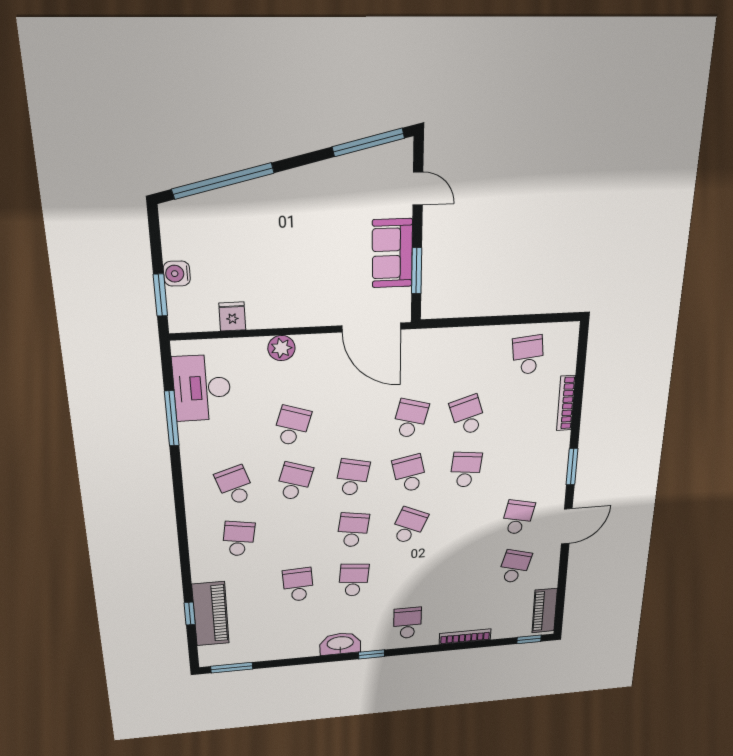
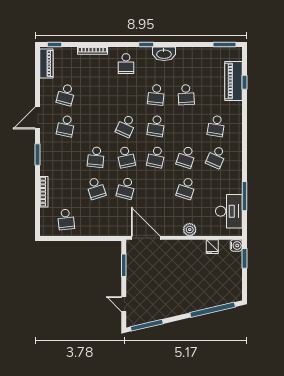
sofa: (392, 253) -> (136, 274), removed
water cooler: (177, 274) -> (236, 246), moved
school desk: (235, 486) -> (216, 157), turned 42

